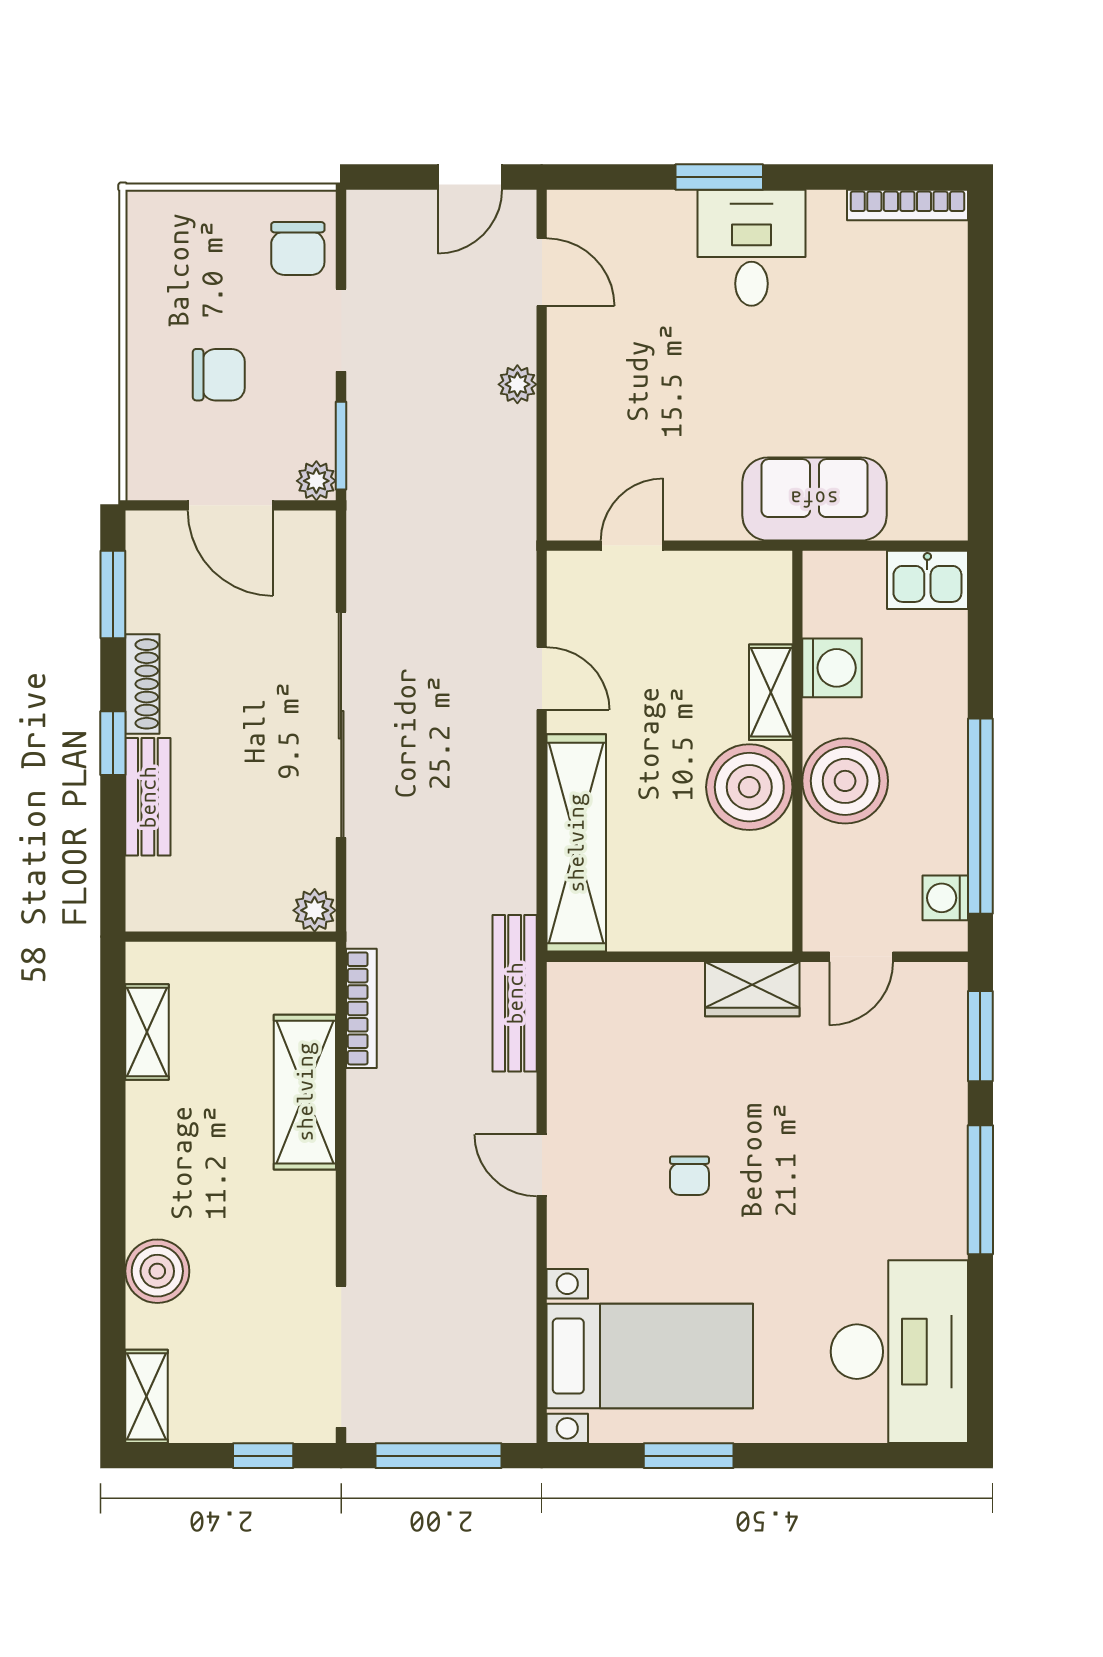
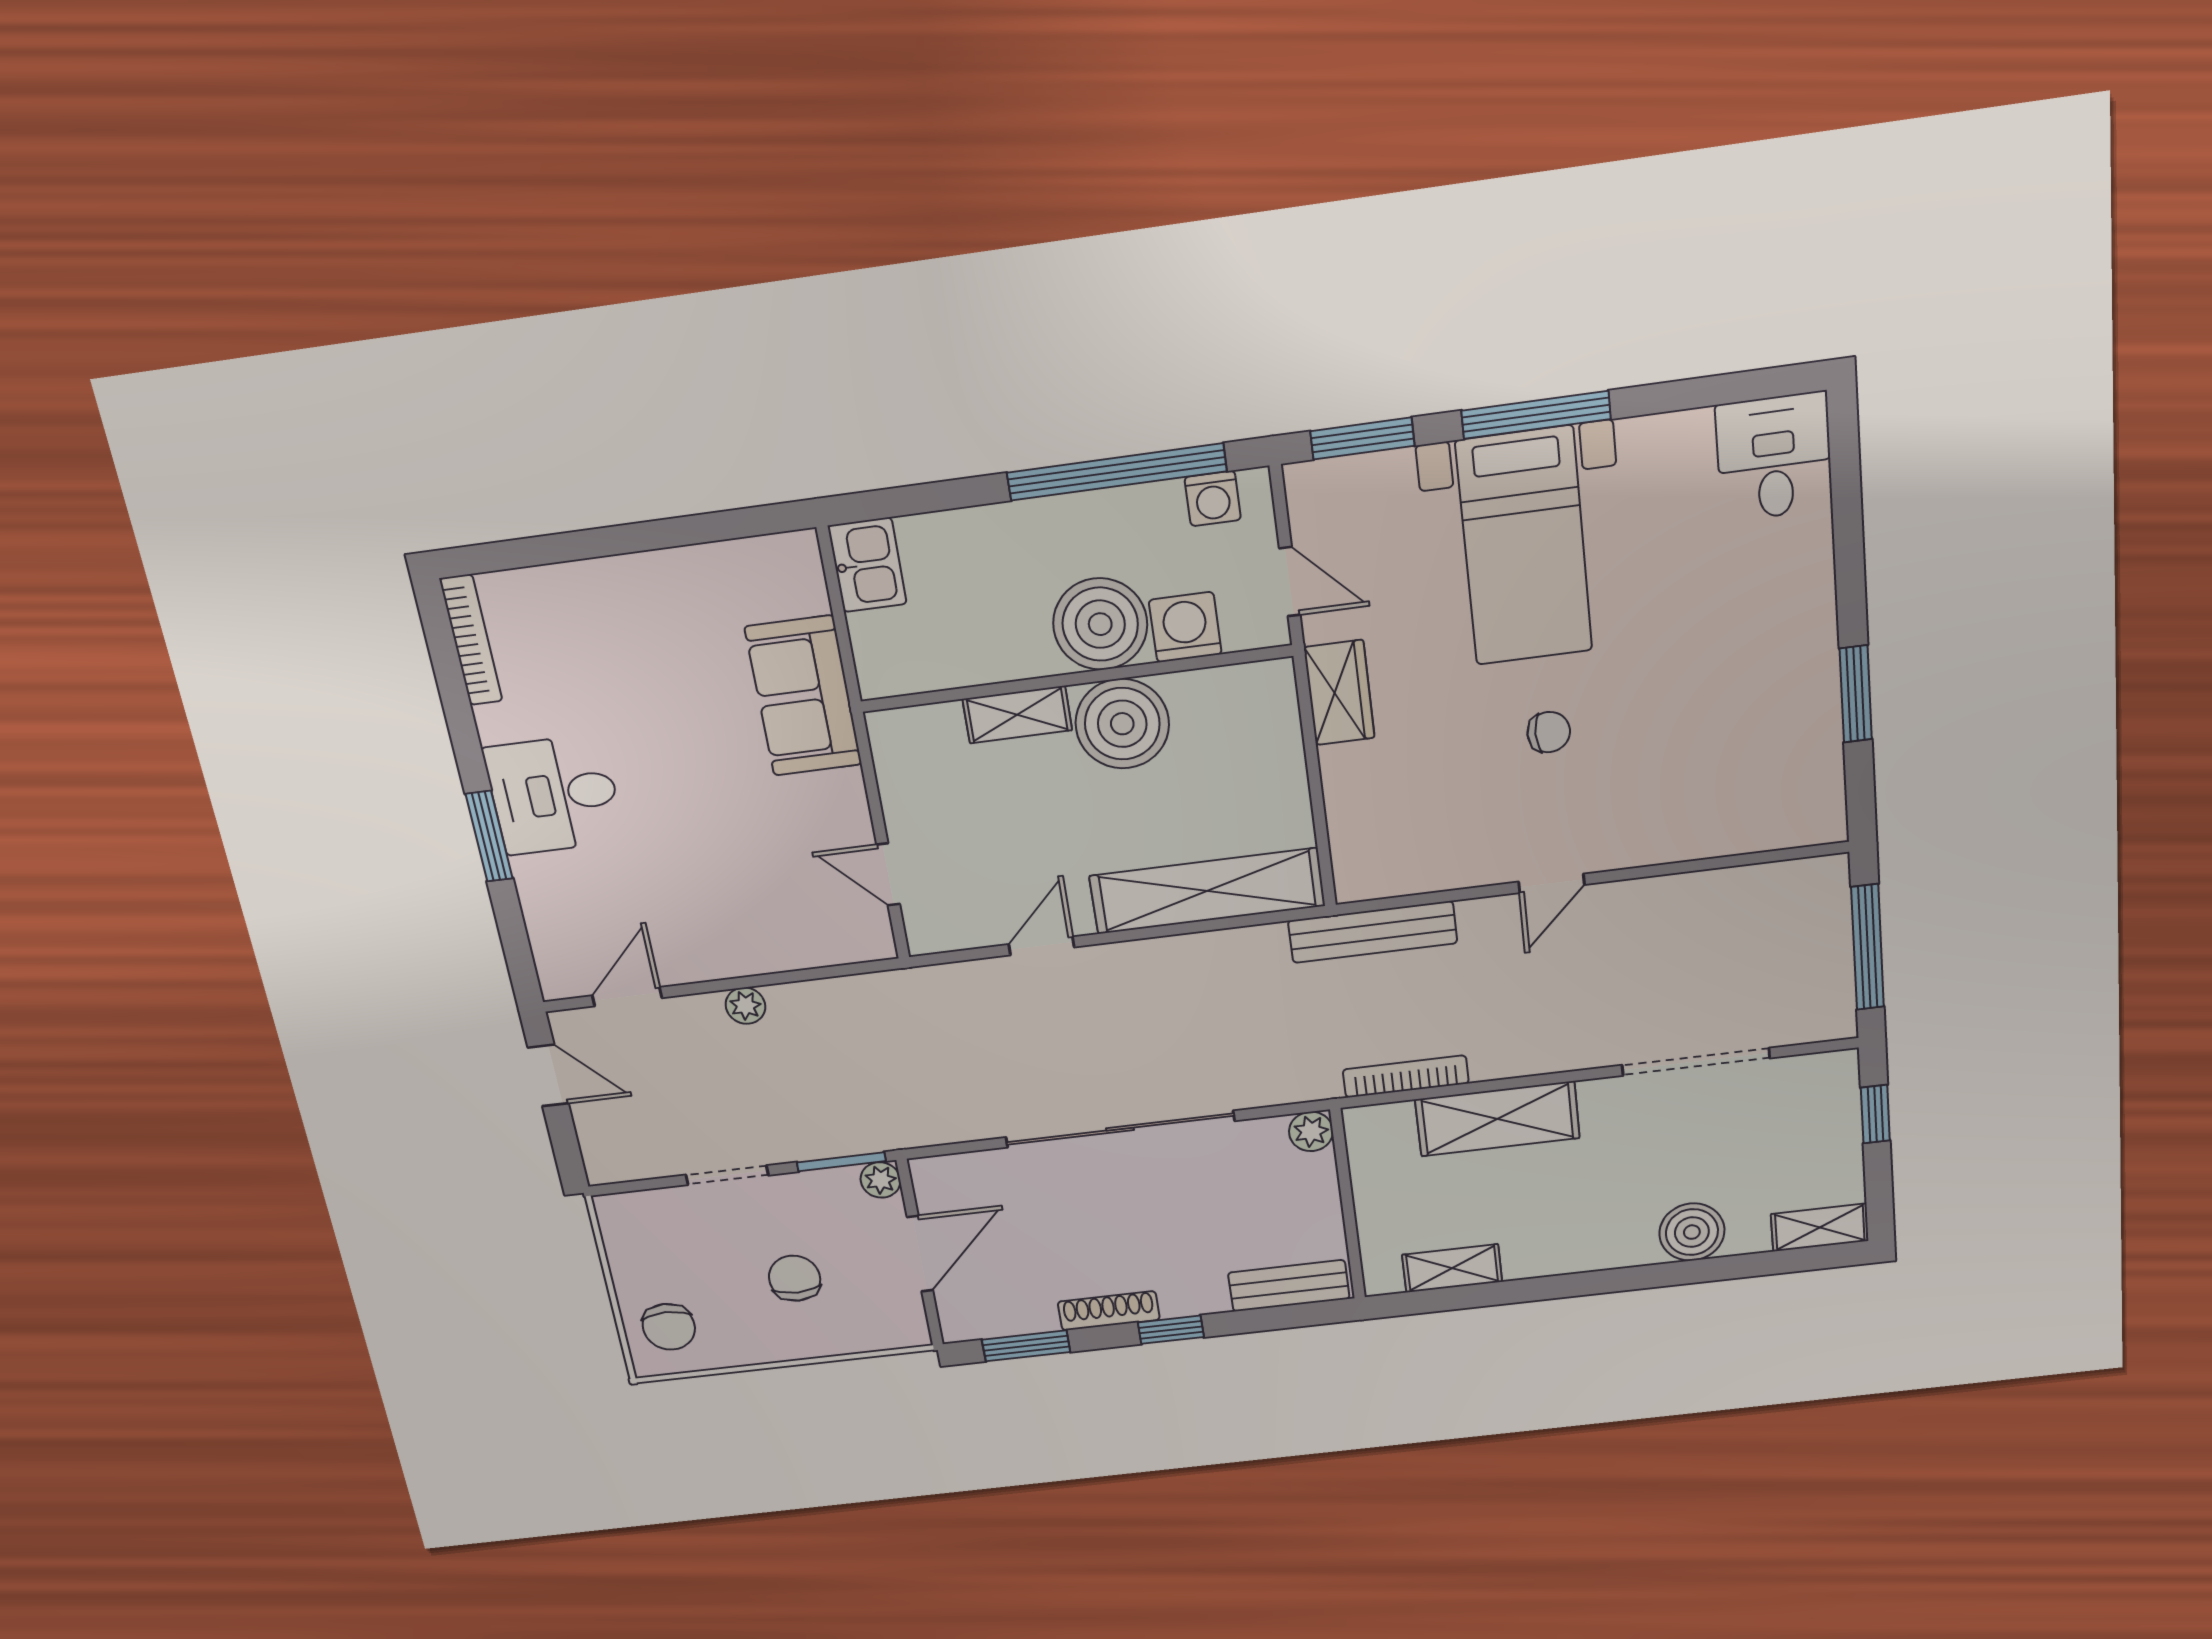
chair: (298, 248) -> (669, 1327), moved, turned 90
washing machine: (832, 668) -> (1185, 627), moved
bench: (148, 797) -> (1289, 1286), moved
desk: (899, 1352) -> (1774, 457), width x0.53, depth x0.77
bed with nightstands: (650, 1356) -> (1524, 547), moved, turned 180
doorway: (341, 1357) -> (1696, 1062), moved

